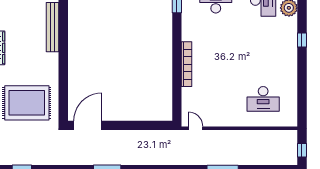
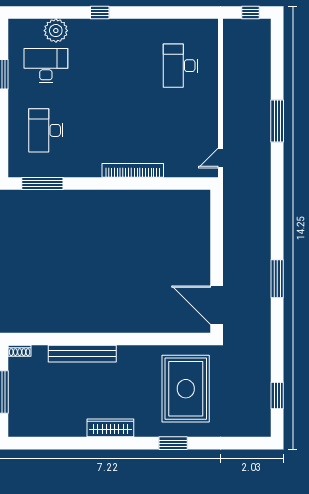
desk: (263, 99) -> (180, 66), turned 180

